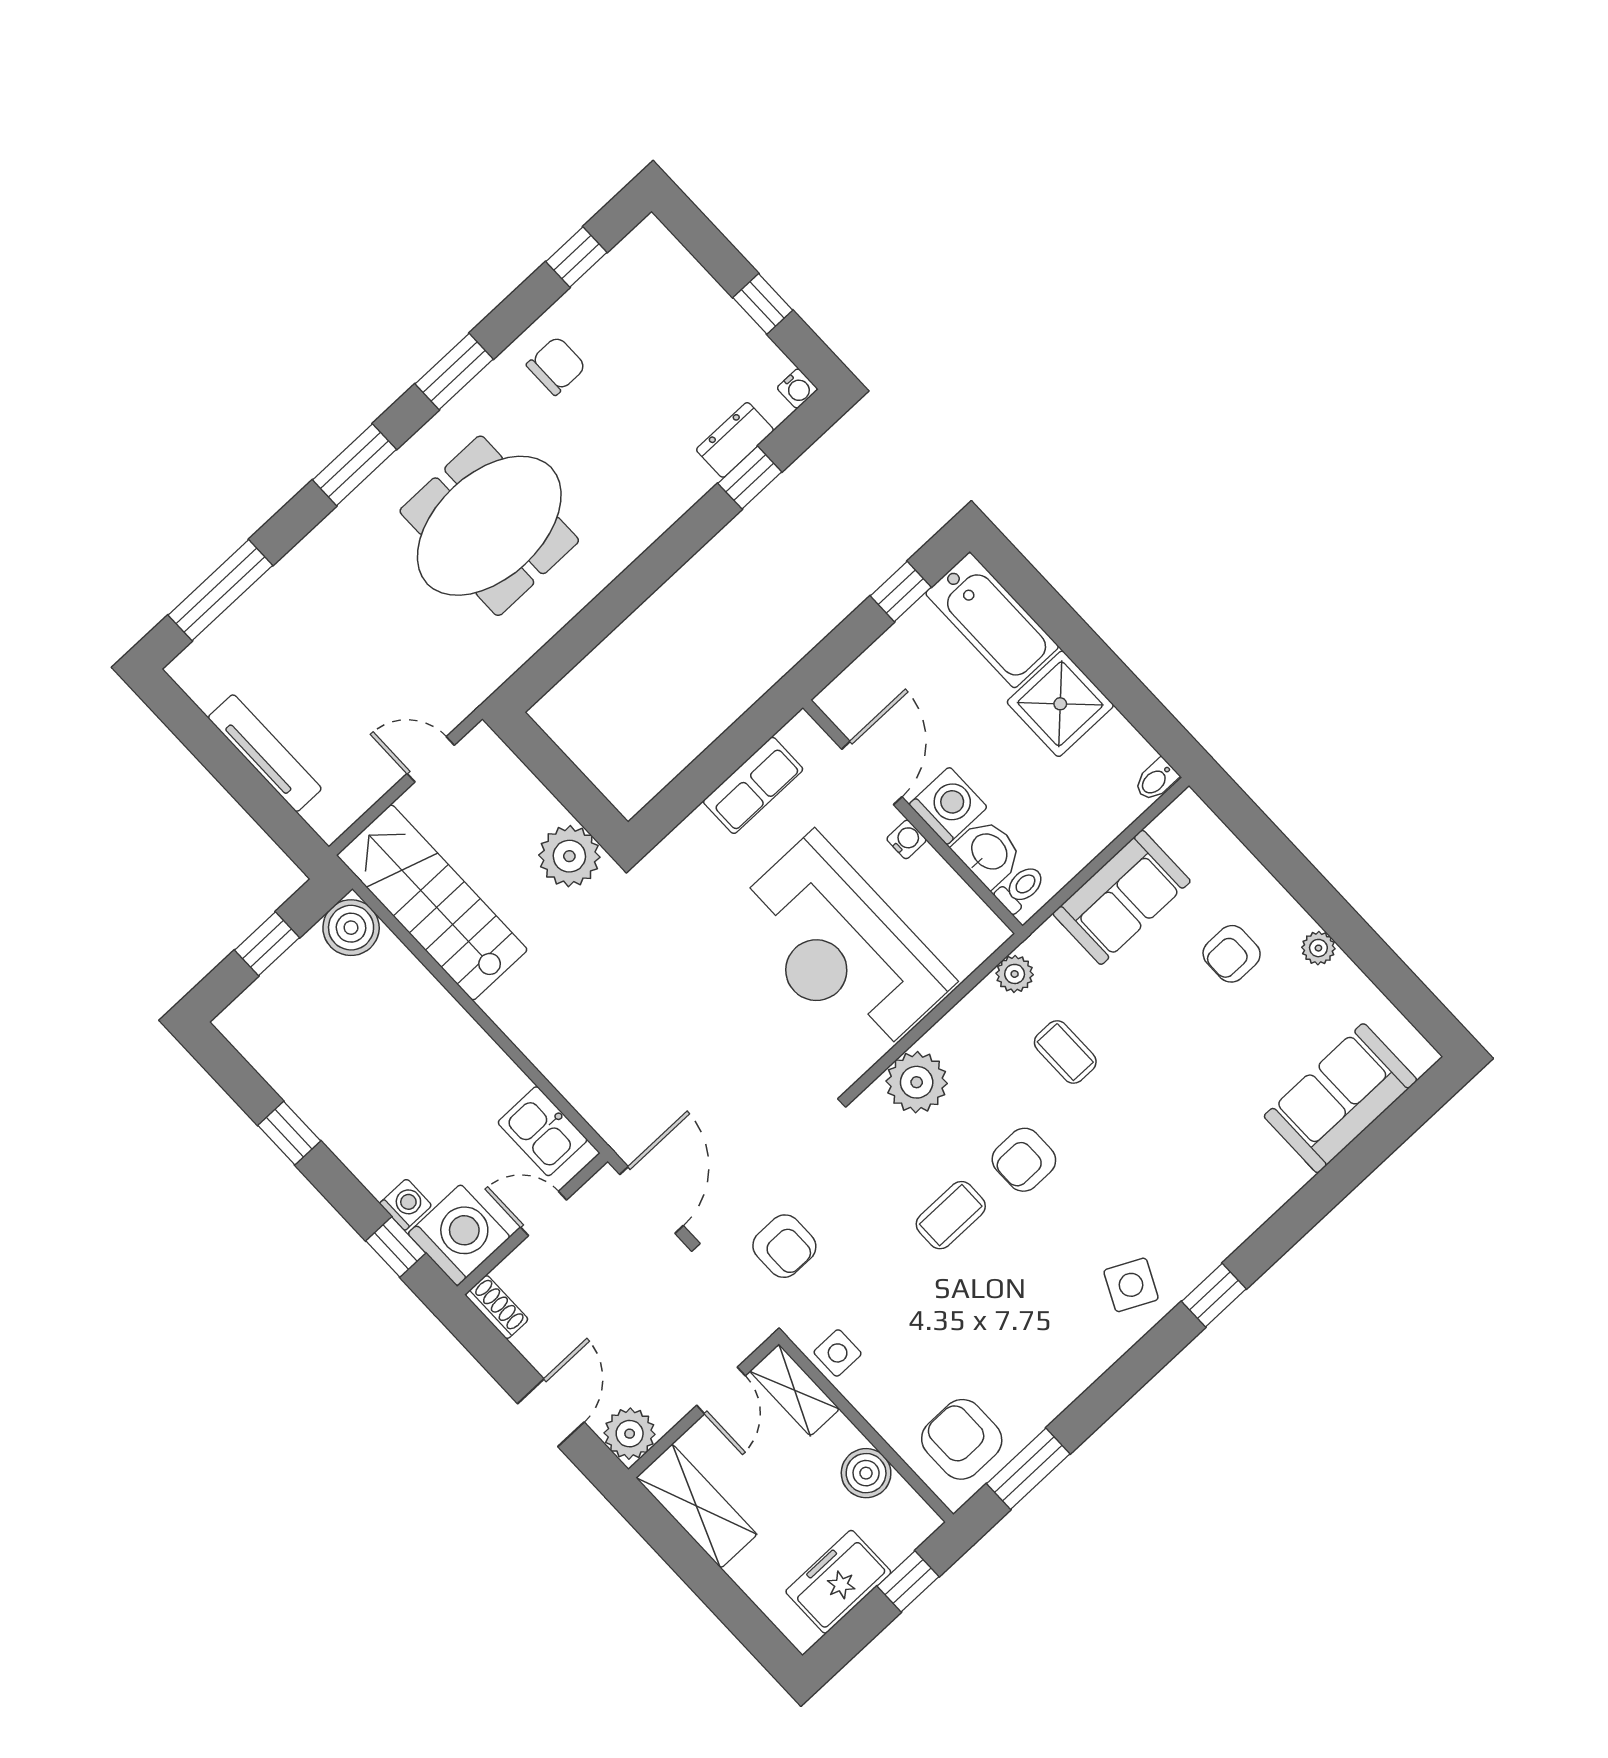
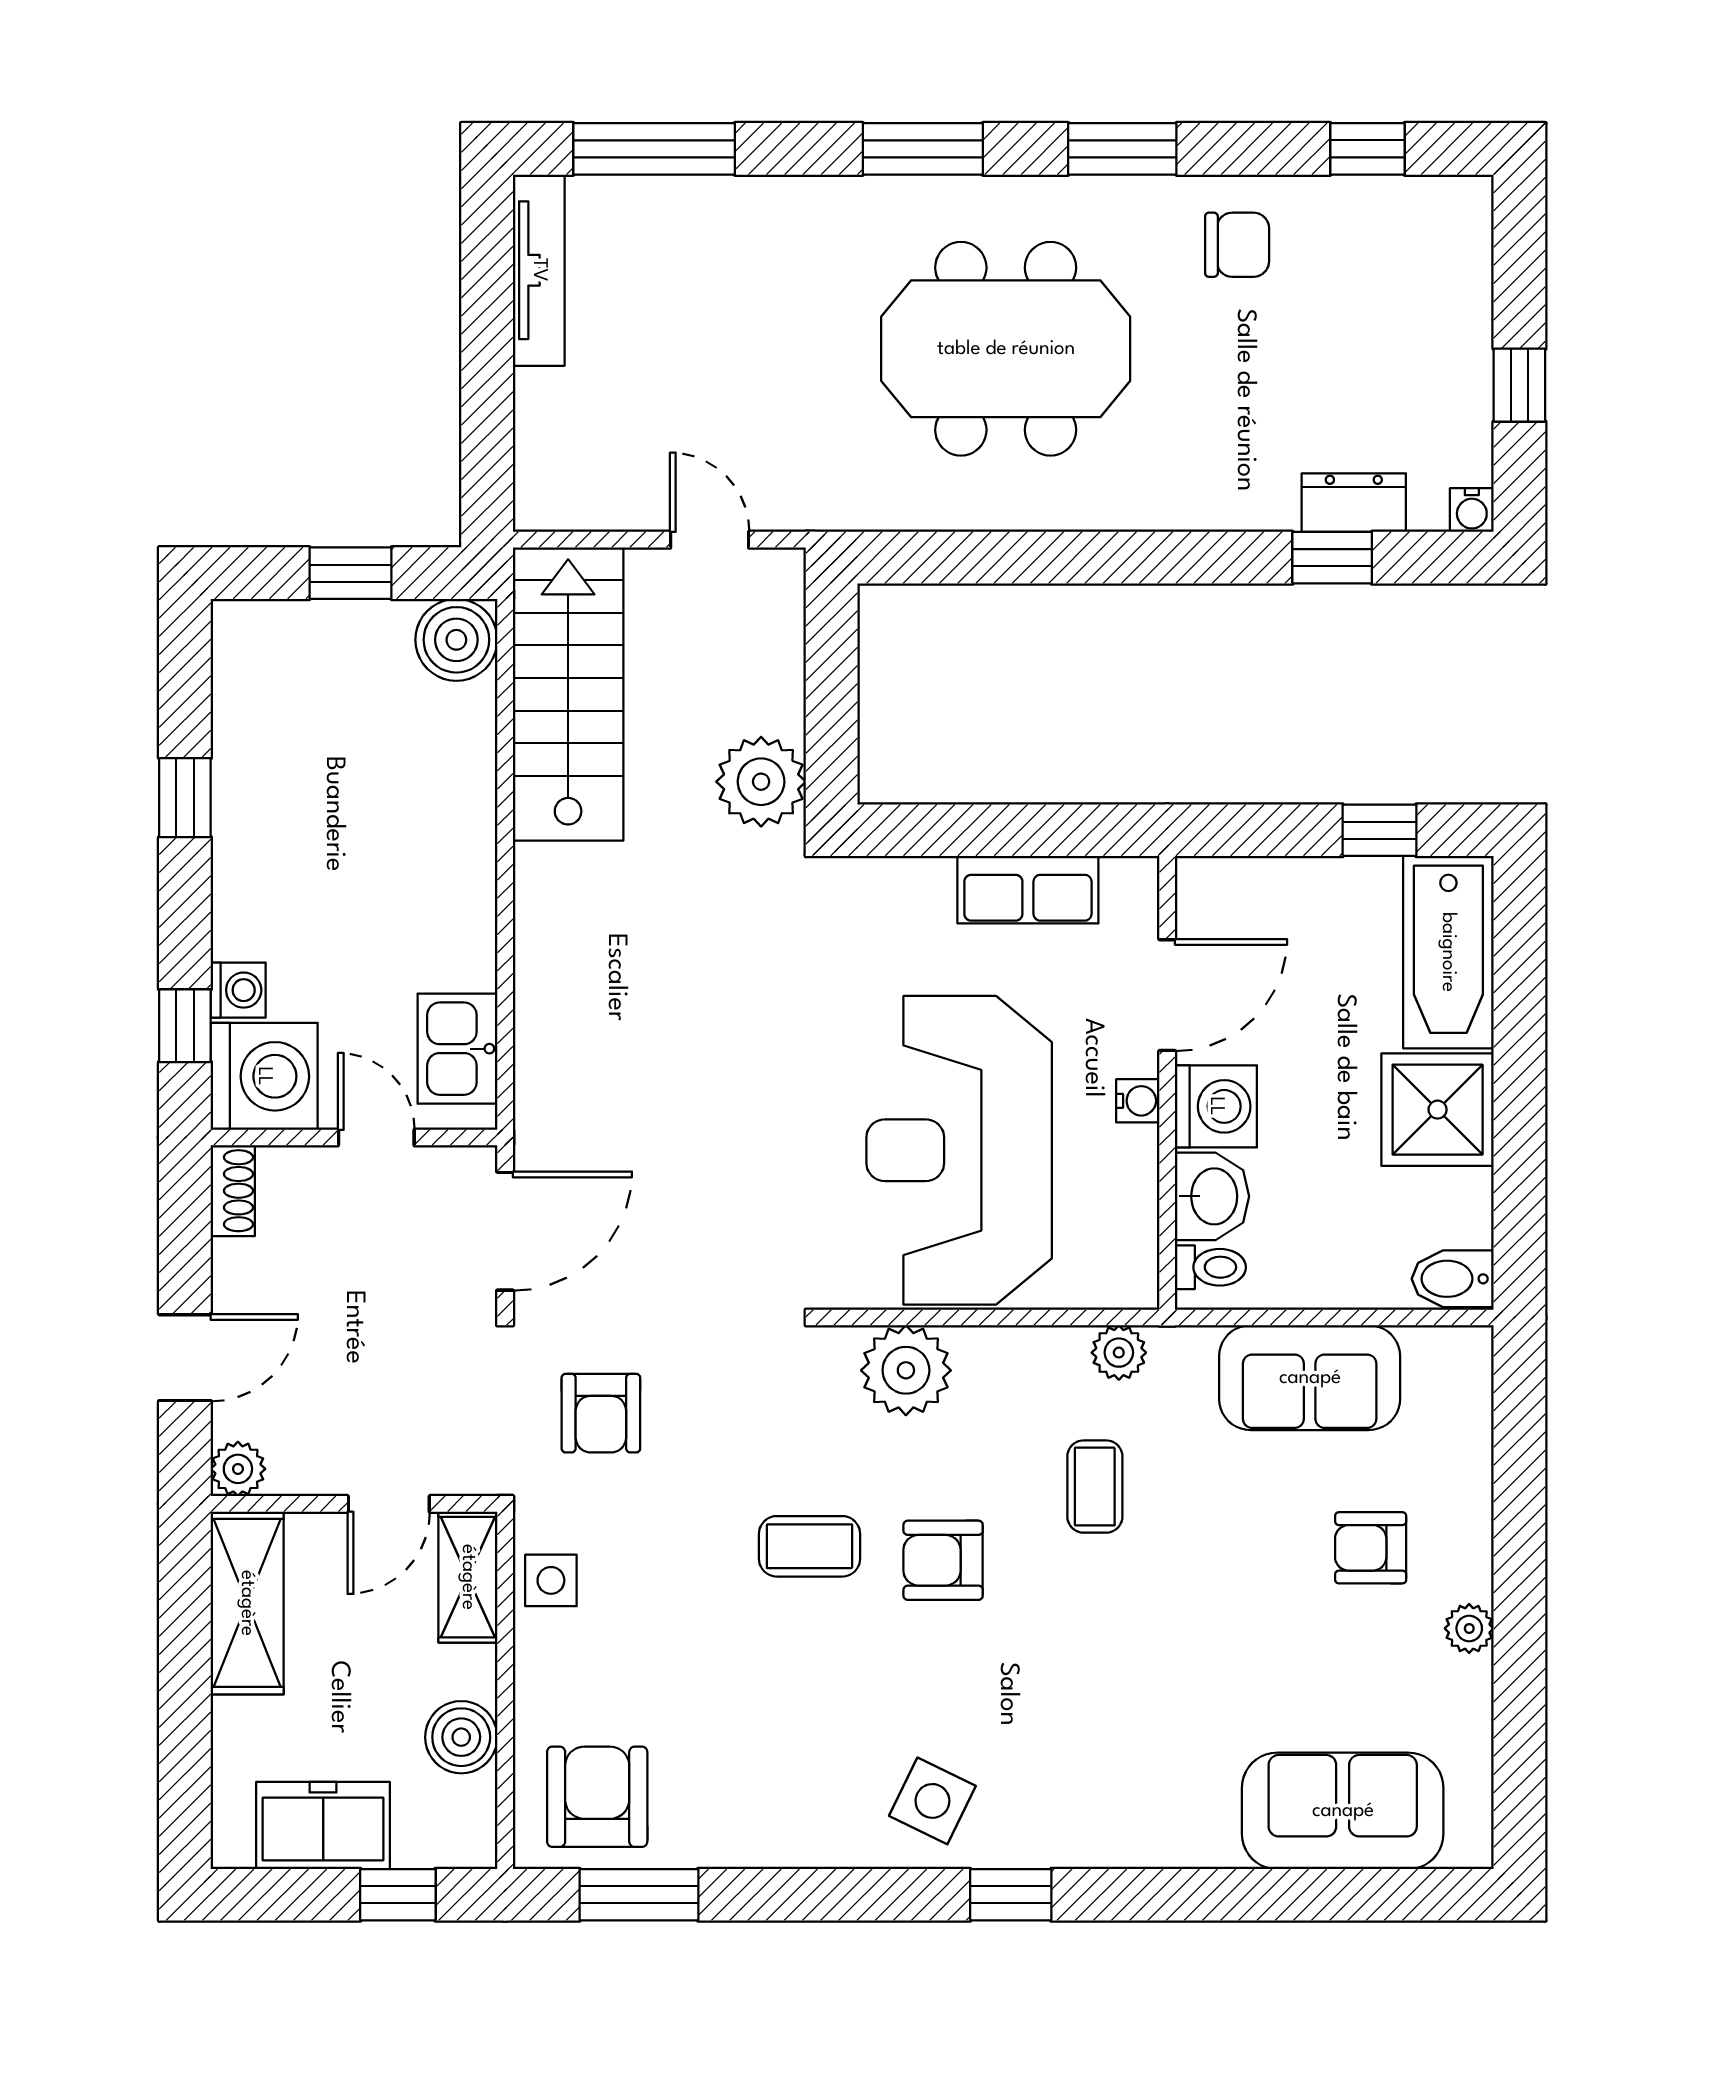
tv unit: (265, 753) -> (539, 270), moved
bidet: (1156, 780) -> (1453, 1279), width x1.38, depth x1.36
plant: (630, 1434) -> (238, 1469), width x0.73, depth x0.73

